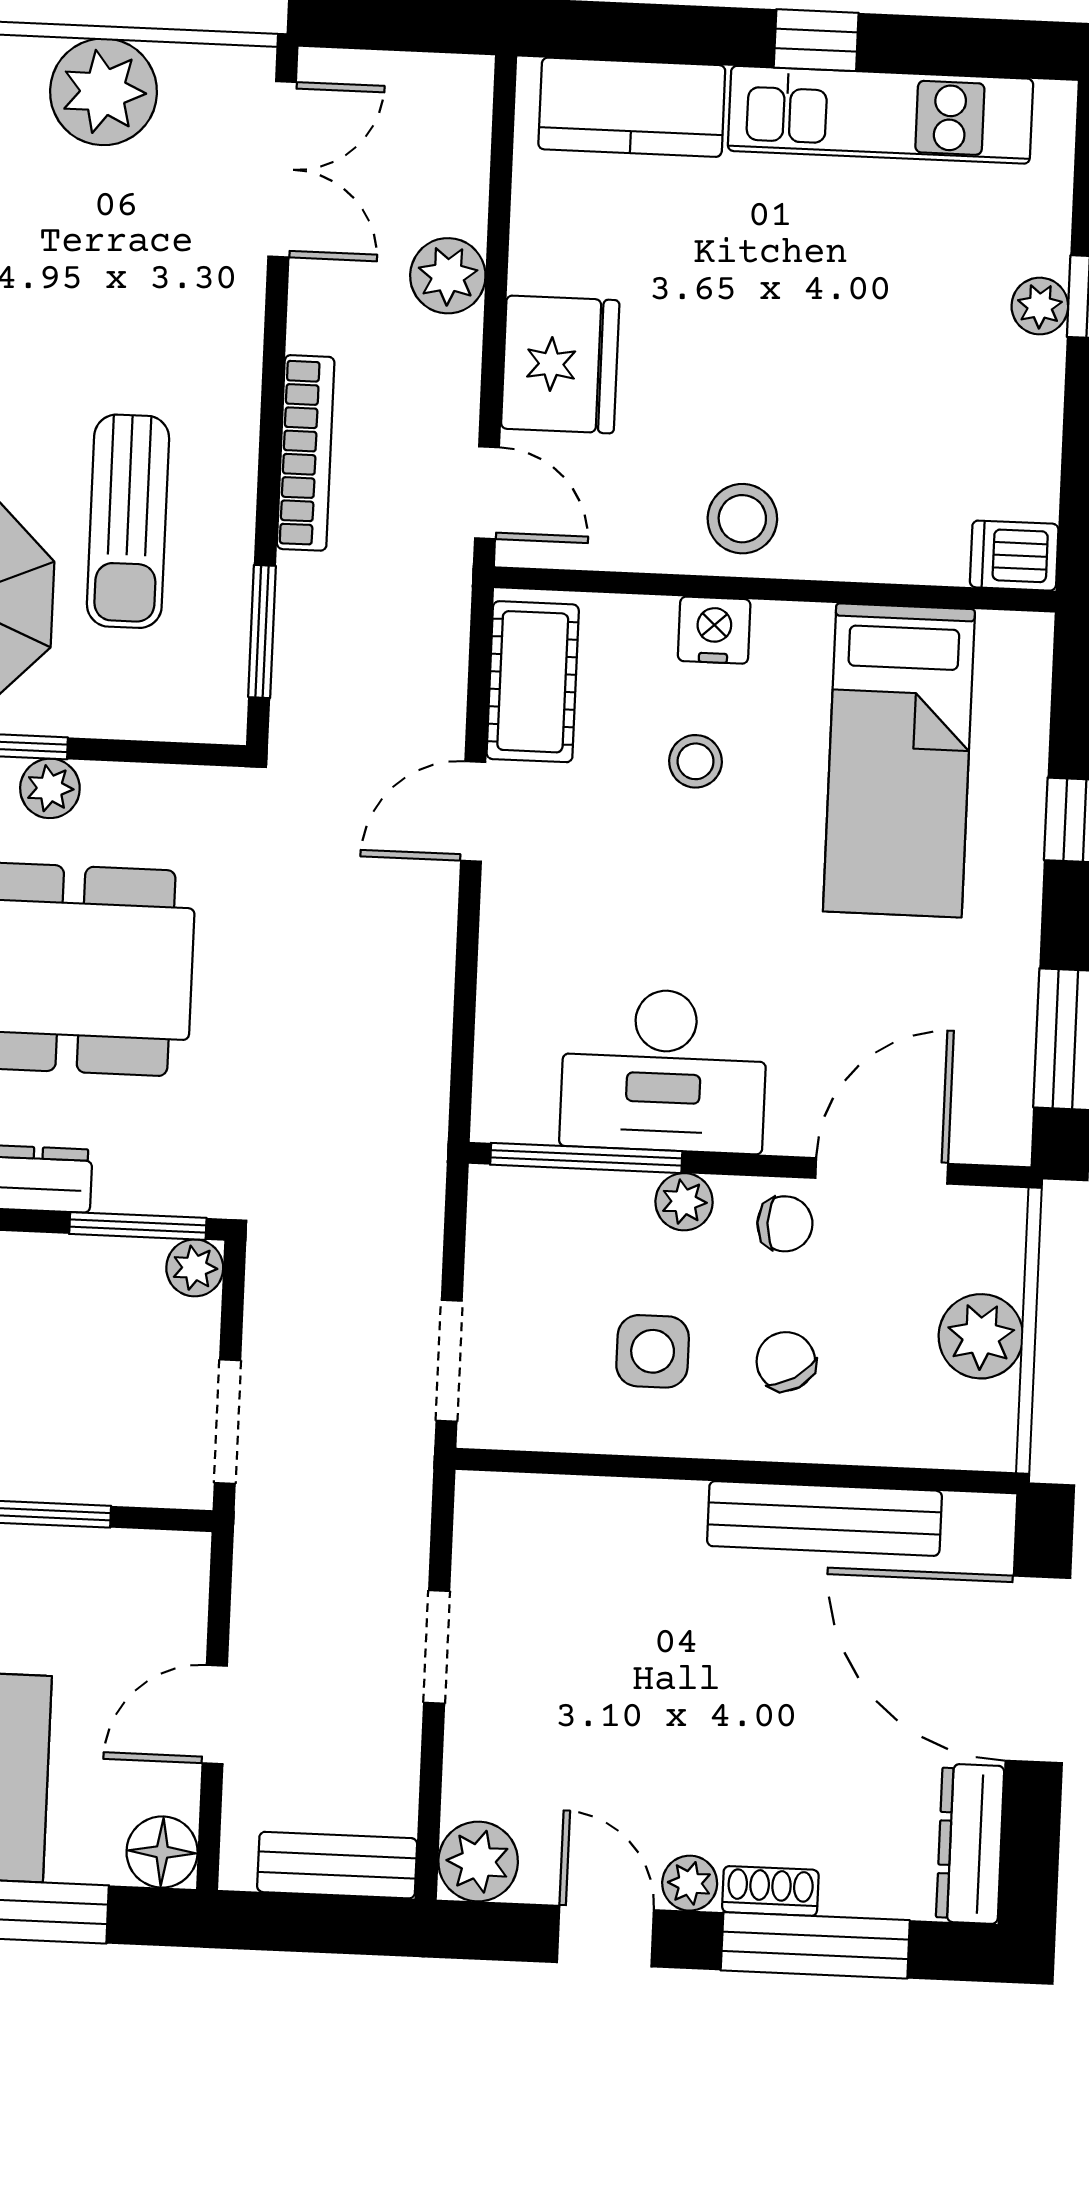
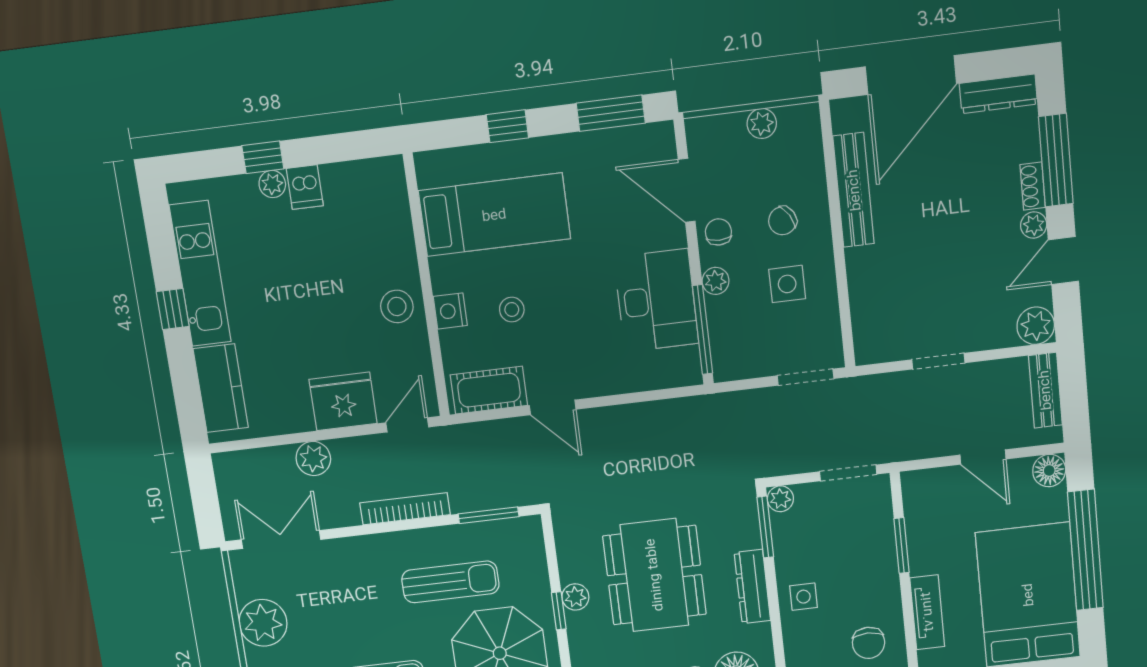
dishwasher: (1014, 556) -> (305, 187), moved
plant: (981, 1336) -> (762, 123), width x0.73, depth x0.73

